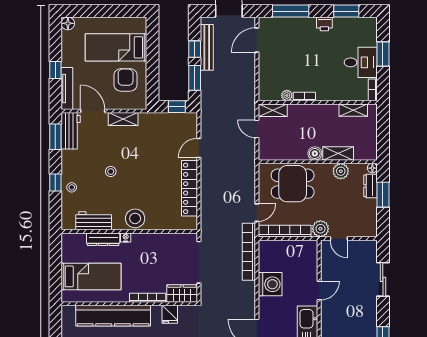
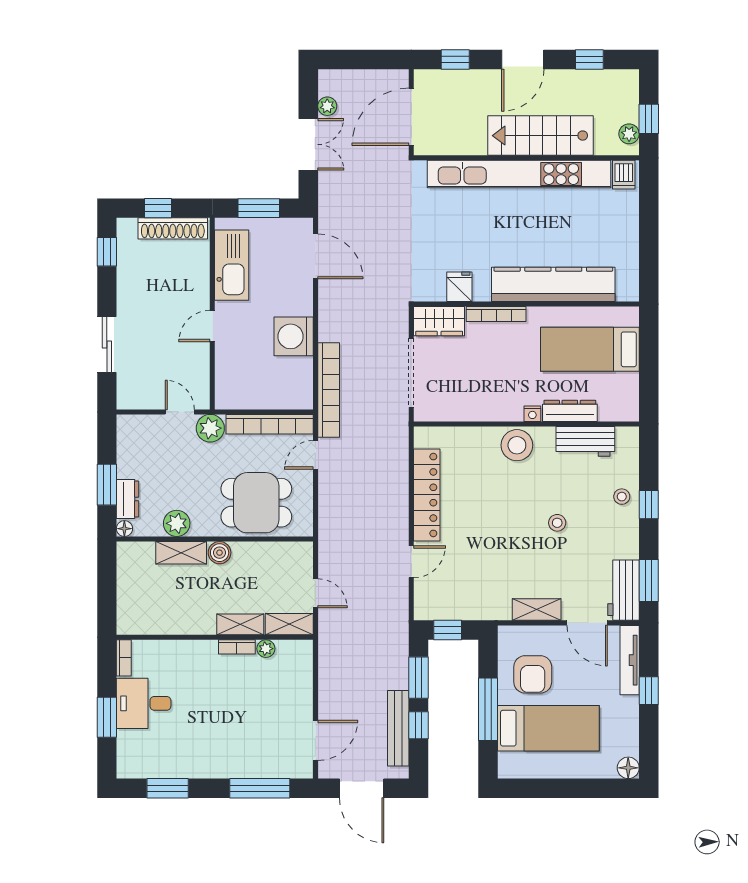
printer: (324, 24) -> (204, 767), removed
window: (153, 59) -> (488, 709), added
shelving: (353, 110) -> (240, 624), moved

